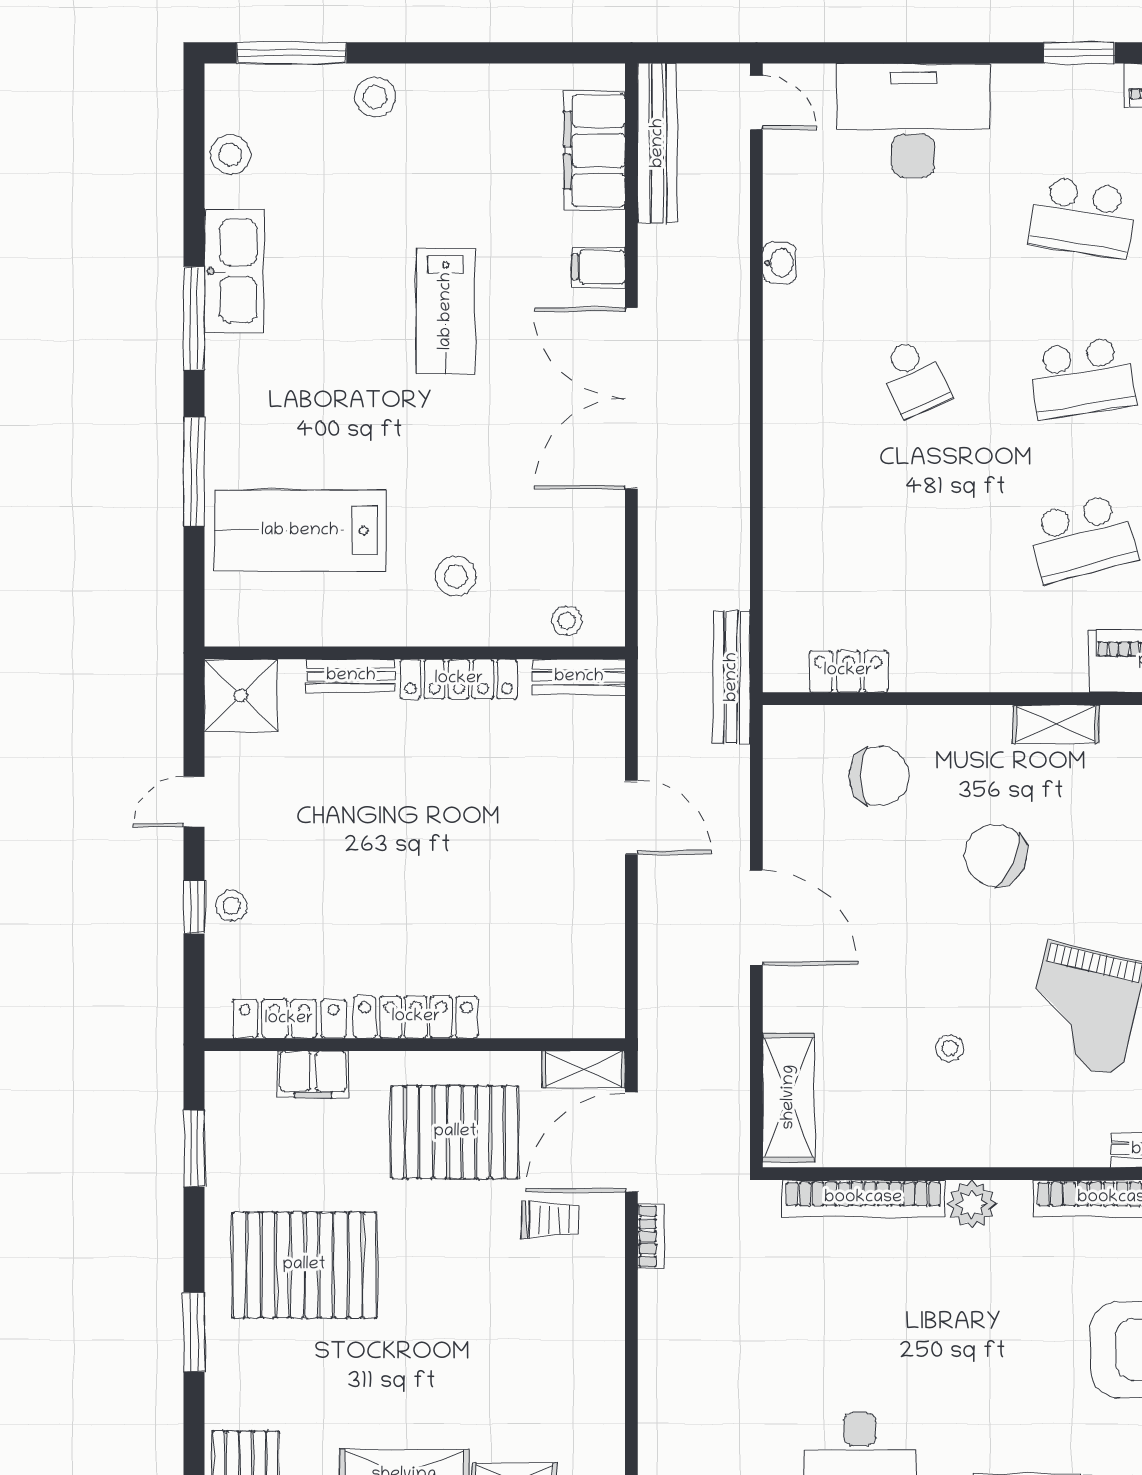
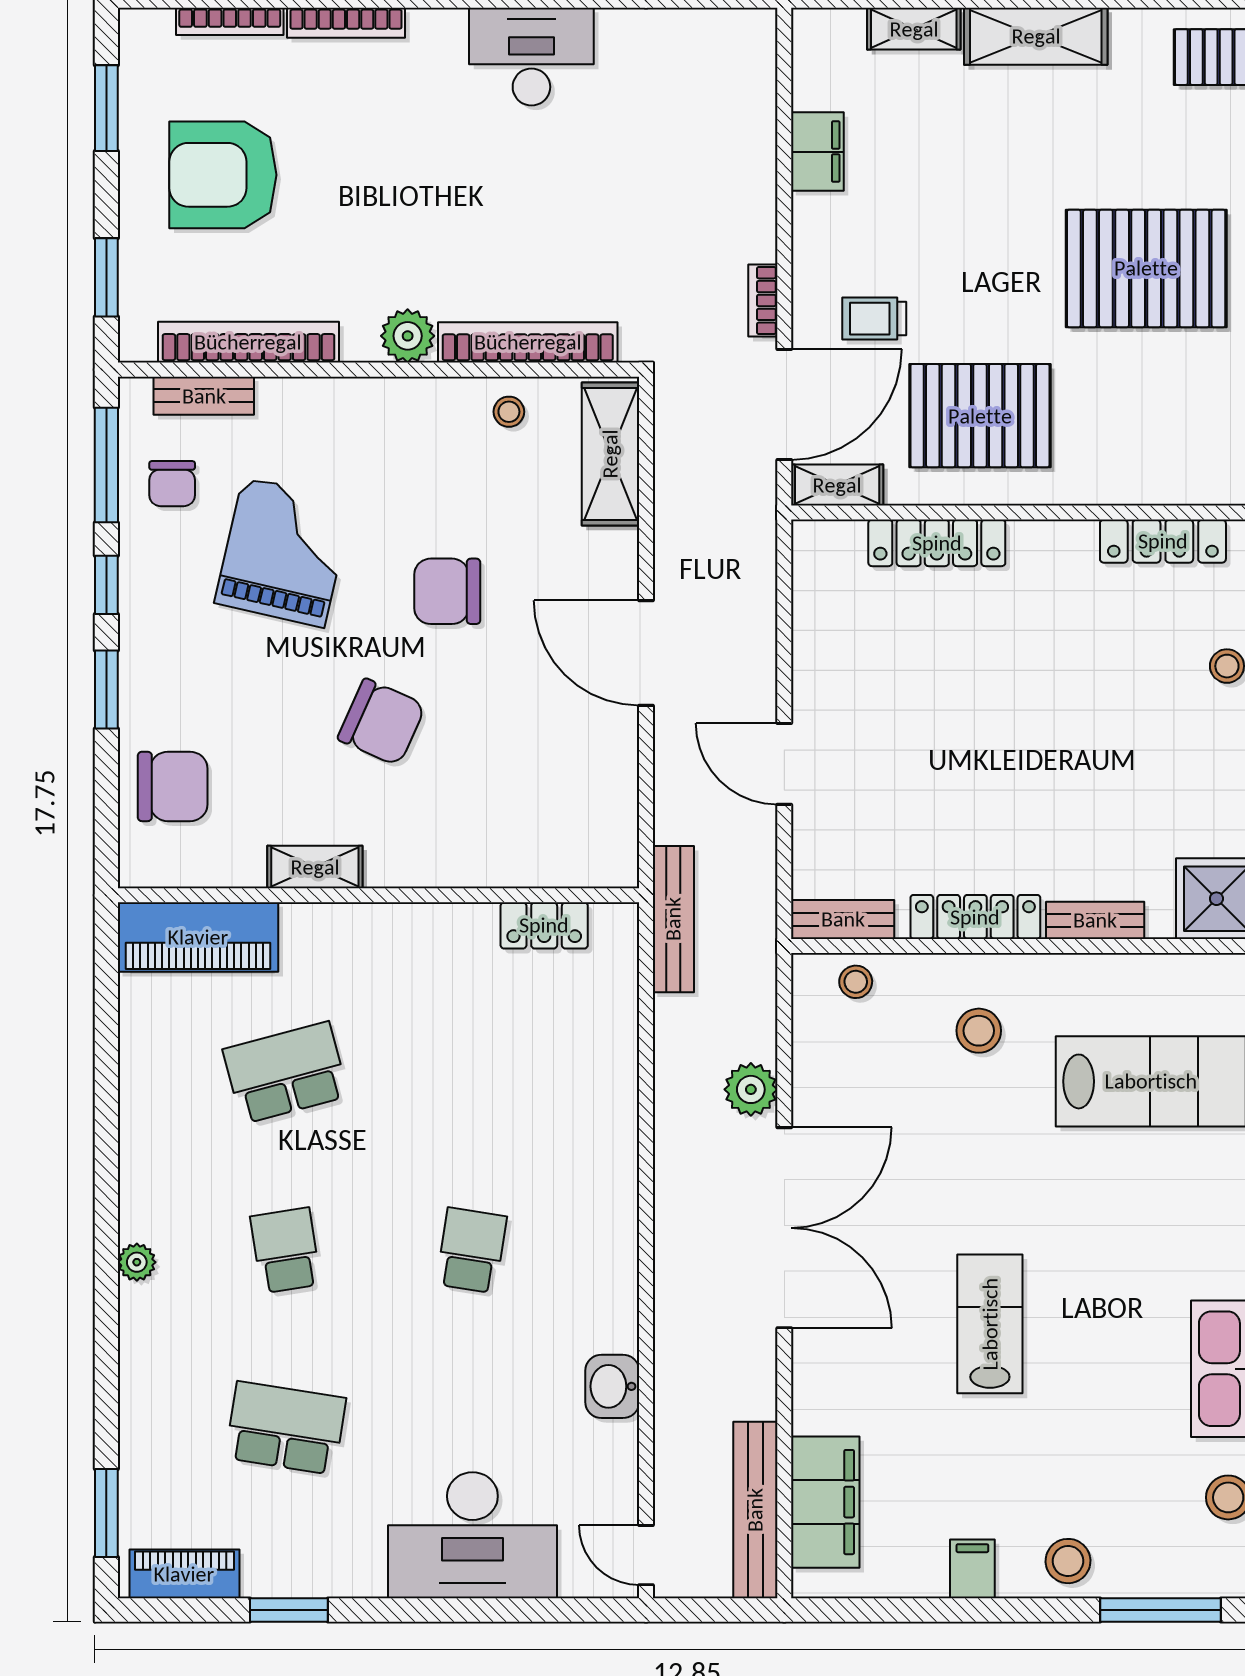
washbasin: (779, 263) -> (612, 1386), width x1.38, depth x1.45
filing cabinet: (598, 267) -> (972, 1569), moved, turned -90
school desk: (914, 378) -> (471, 1250), turned 33
school desk: (1082, 378) -> (286, 1250), width x0.54
plant: (662, 523) -> (751, 1089), added
chair: (879, 776) -> (447, 591), moved
locker: (416, 1017) -> (937, 543), moved
stool: (950, 1048) -> (509, 412), moved
filing cabinet: (313, 1074) -> (817, 152), moved, turned 90

